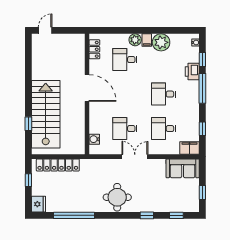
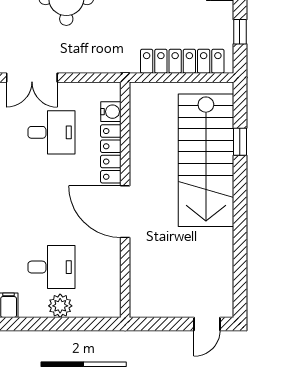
plant: (135, 40) -> (60, 306), moved
locker: (94, 49) -> (111, 154), moved, width x1.53

